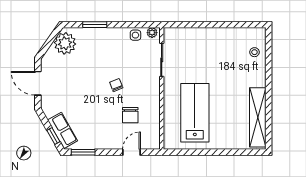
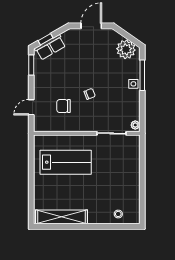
window: (95, 25) -> (142, 75), width x1.44
side table: (135, 35) -> (133, 84), moved
door: (132, 152) -> (31, 107), swing flipped

